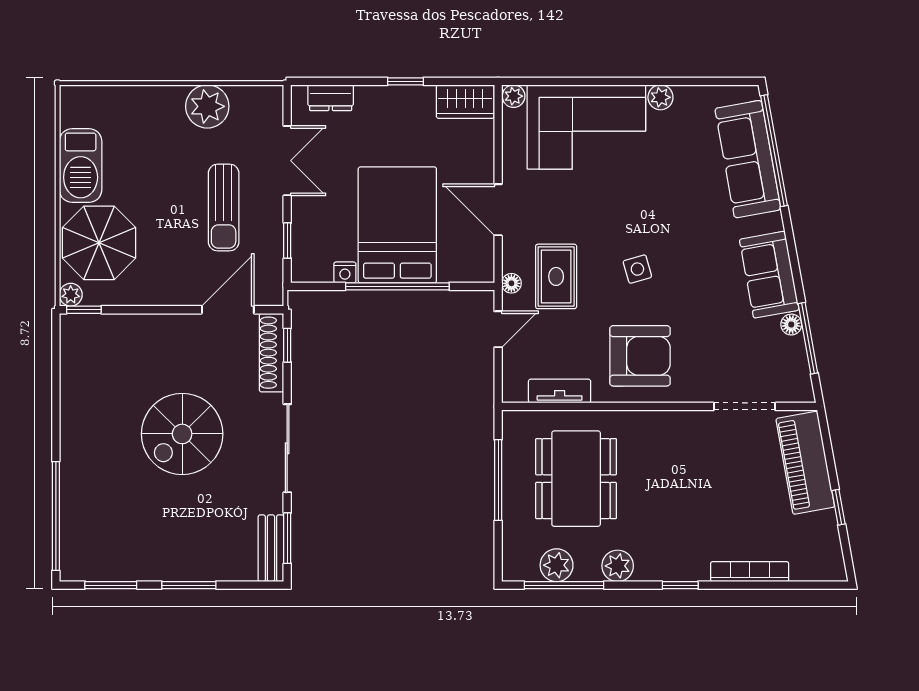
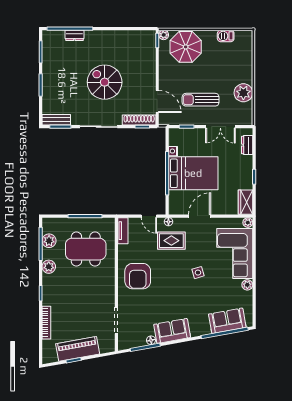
sofa: (748, 159) -> (227, 321), width x0.73
barbecue: (81, 165) -> (226, 36), width x0.53, depth x0.65
side table: (637, 269) -> (198, 273), moved
tv unit: (560, 391) -> (123, 231), moved
piano: (805, 463) -> (78, 349), moved
dresser: (72, 505) -> (74, 35), added

